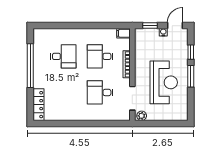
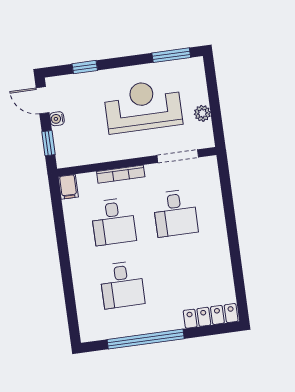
desk: (63, 56) -> (122, 285), turned 180
window: (191, 76) -> (171, 55), moved
plant: (142, 116) -> (202, 113), moved

